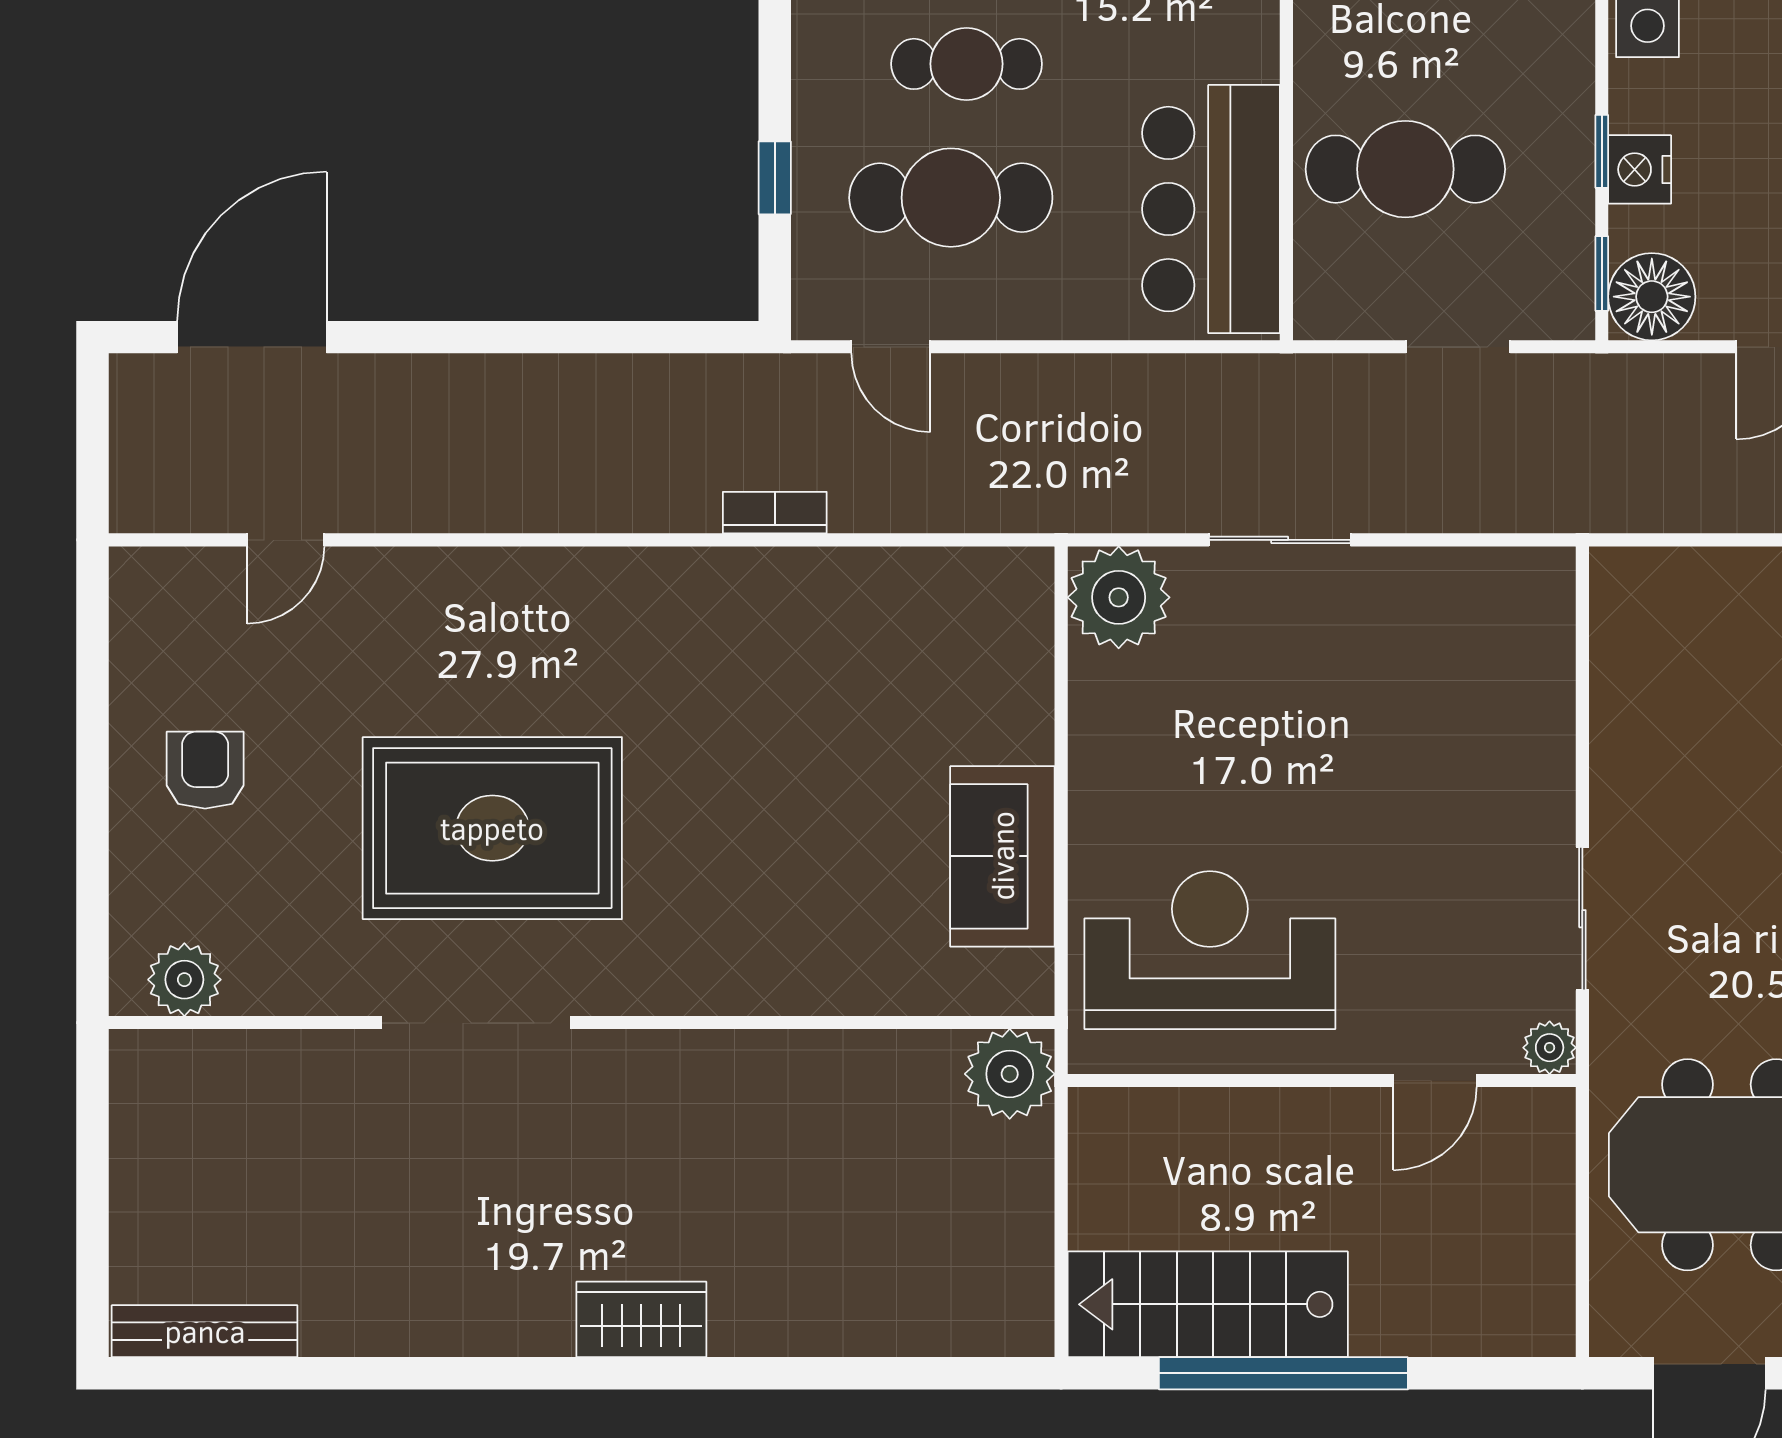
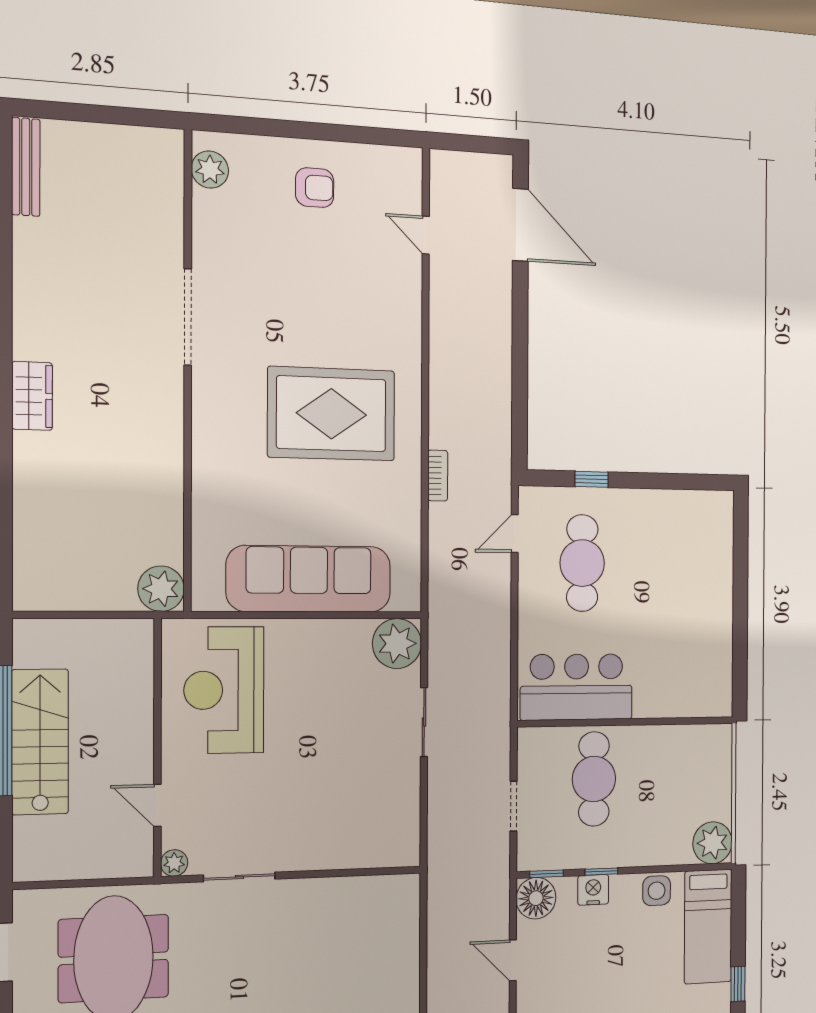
cafe table: (967, 64) -> (642, 571), removed
rug: (492, 828) -> (331, 414), moved, turned 90
sofa: (1002, 856) -> (309, 579), width x1.85, depth x1.27
reception desk: (1210, 950) -> (224, 690), turned 180
stairs: (1208, 1304) -> (40, 742), moved

